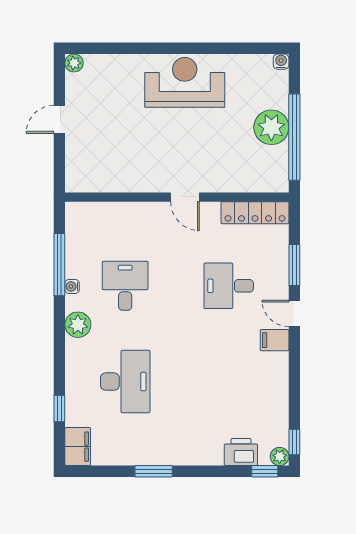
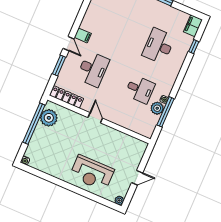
reception desk: (185, 82) -> (92, 173), moved
plant: (271, 127) -> (49, 118), moved
desk: (125, 286) -> (140, 89), turned -90
desk: (229, 286) -> (93, 69), width x1.37
plant: (78, 325) -> (157, 108), moved

